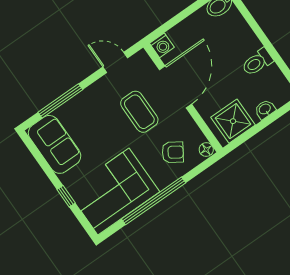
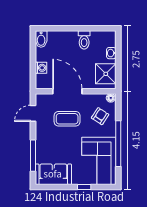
washing machine: (162, 45) -> (41, 68), moved

